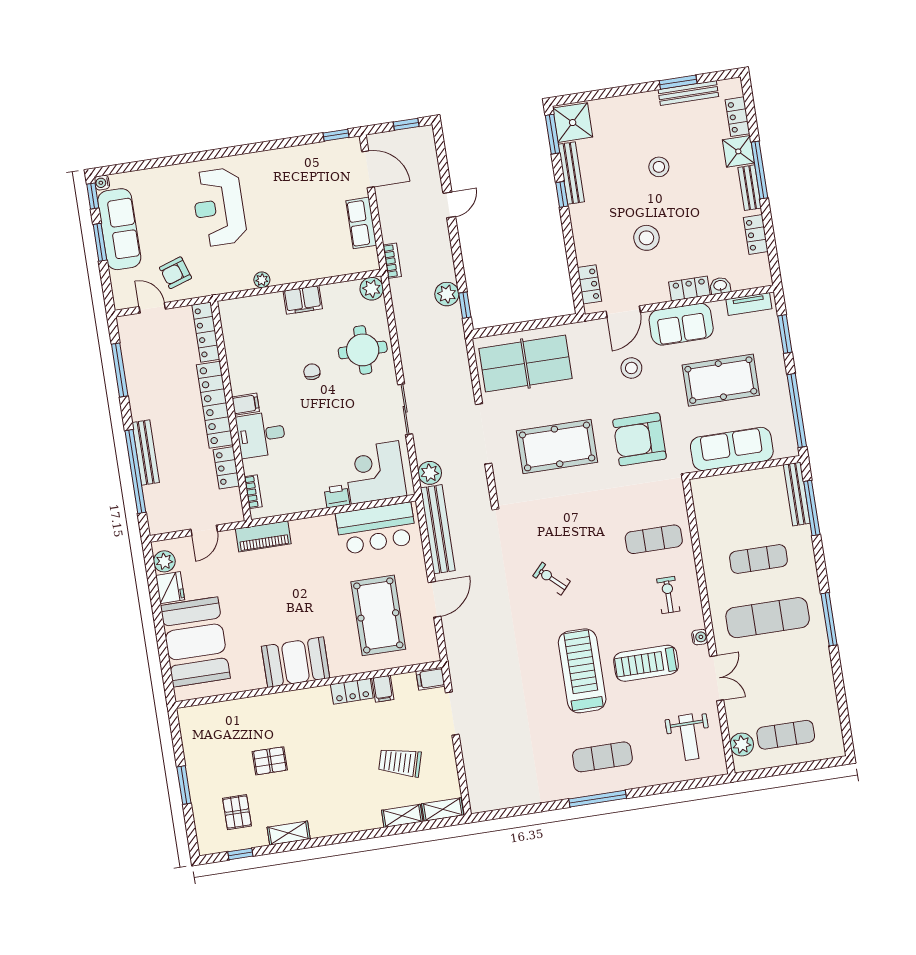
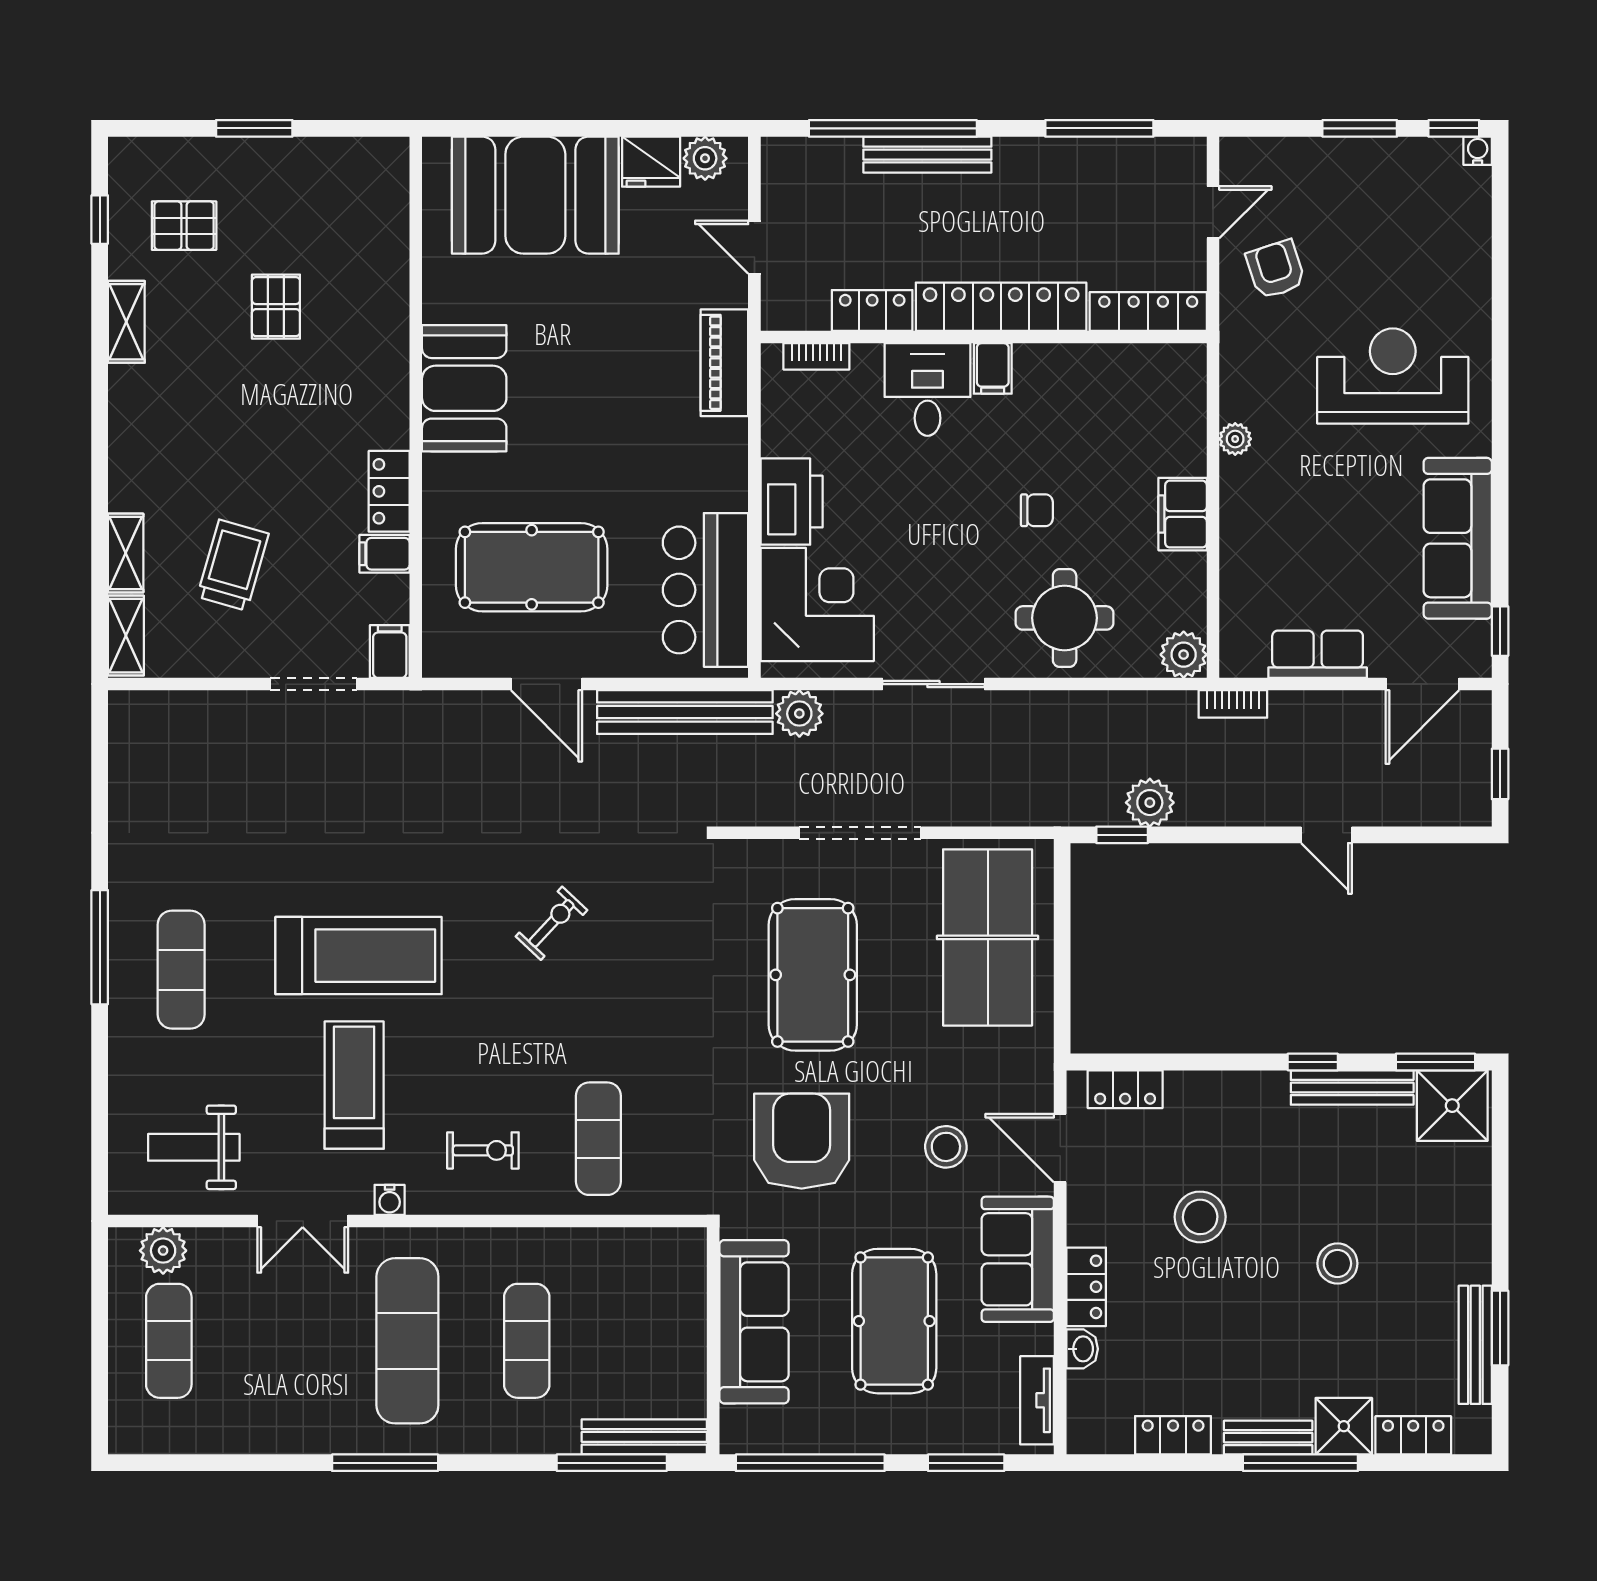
sofa: (119, 229) -> (1458, 538), moved, turned 90
printer: (337, 496) -> (792, 502), width x1.87, depth x1.48

